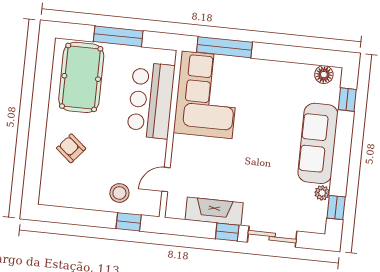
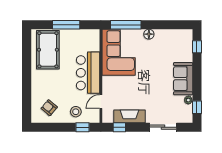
floor lamp: (324, 75) -> (149, 34), moved
bar counter: (151, 100) -> (88, 73), moved
sofa: (318, 143) -> (183, 79), width x0.73
armchair: (71, 148) -> (49, 108), moved
window: (227, 232) -> (119, 127), moved

